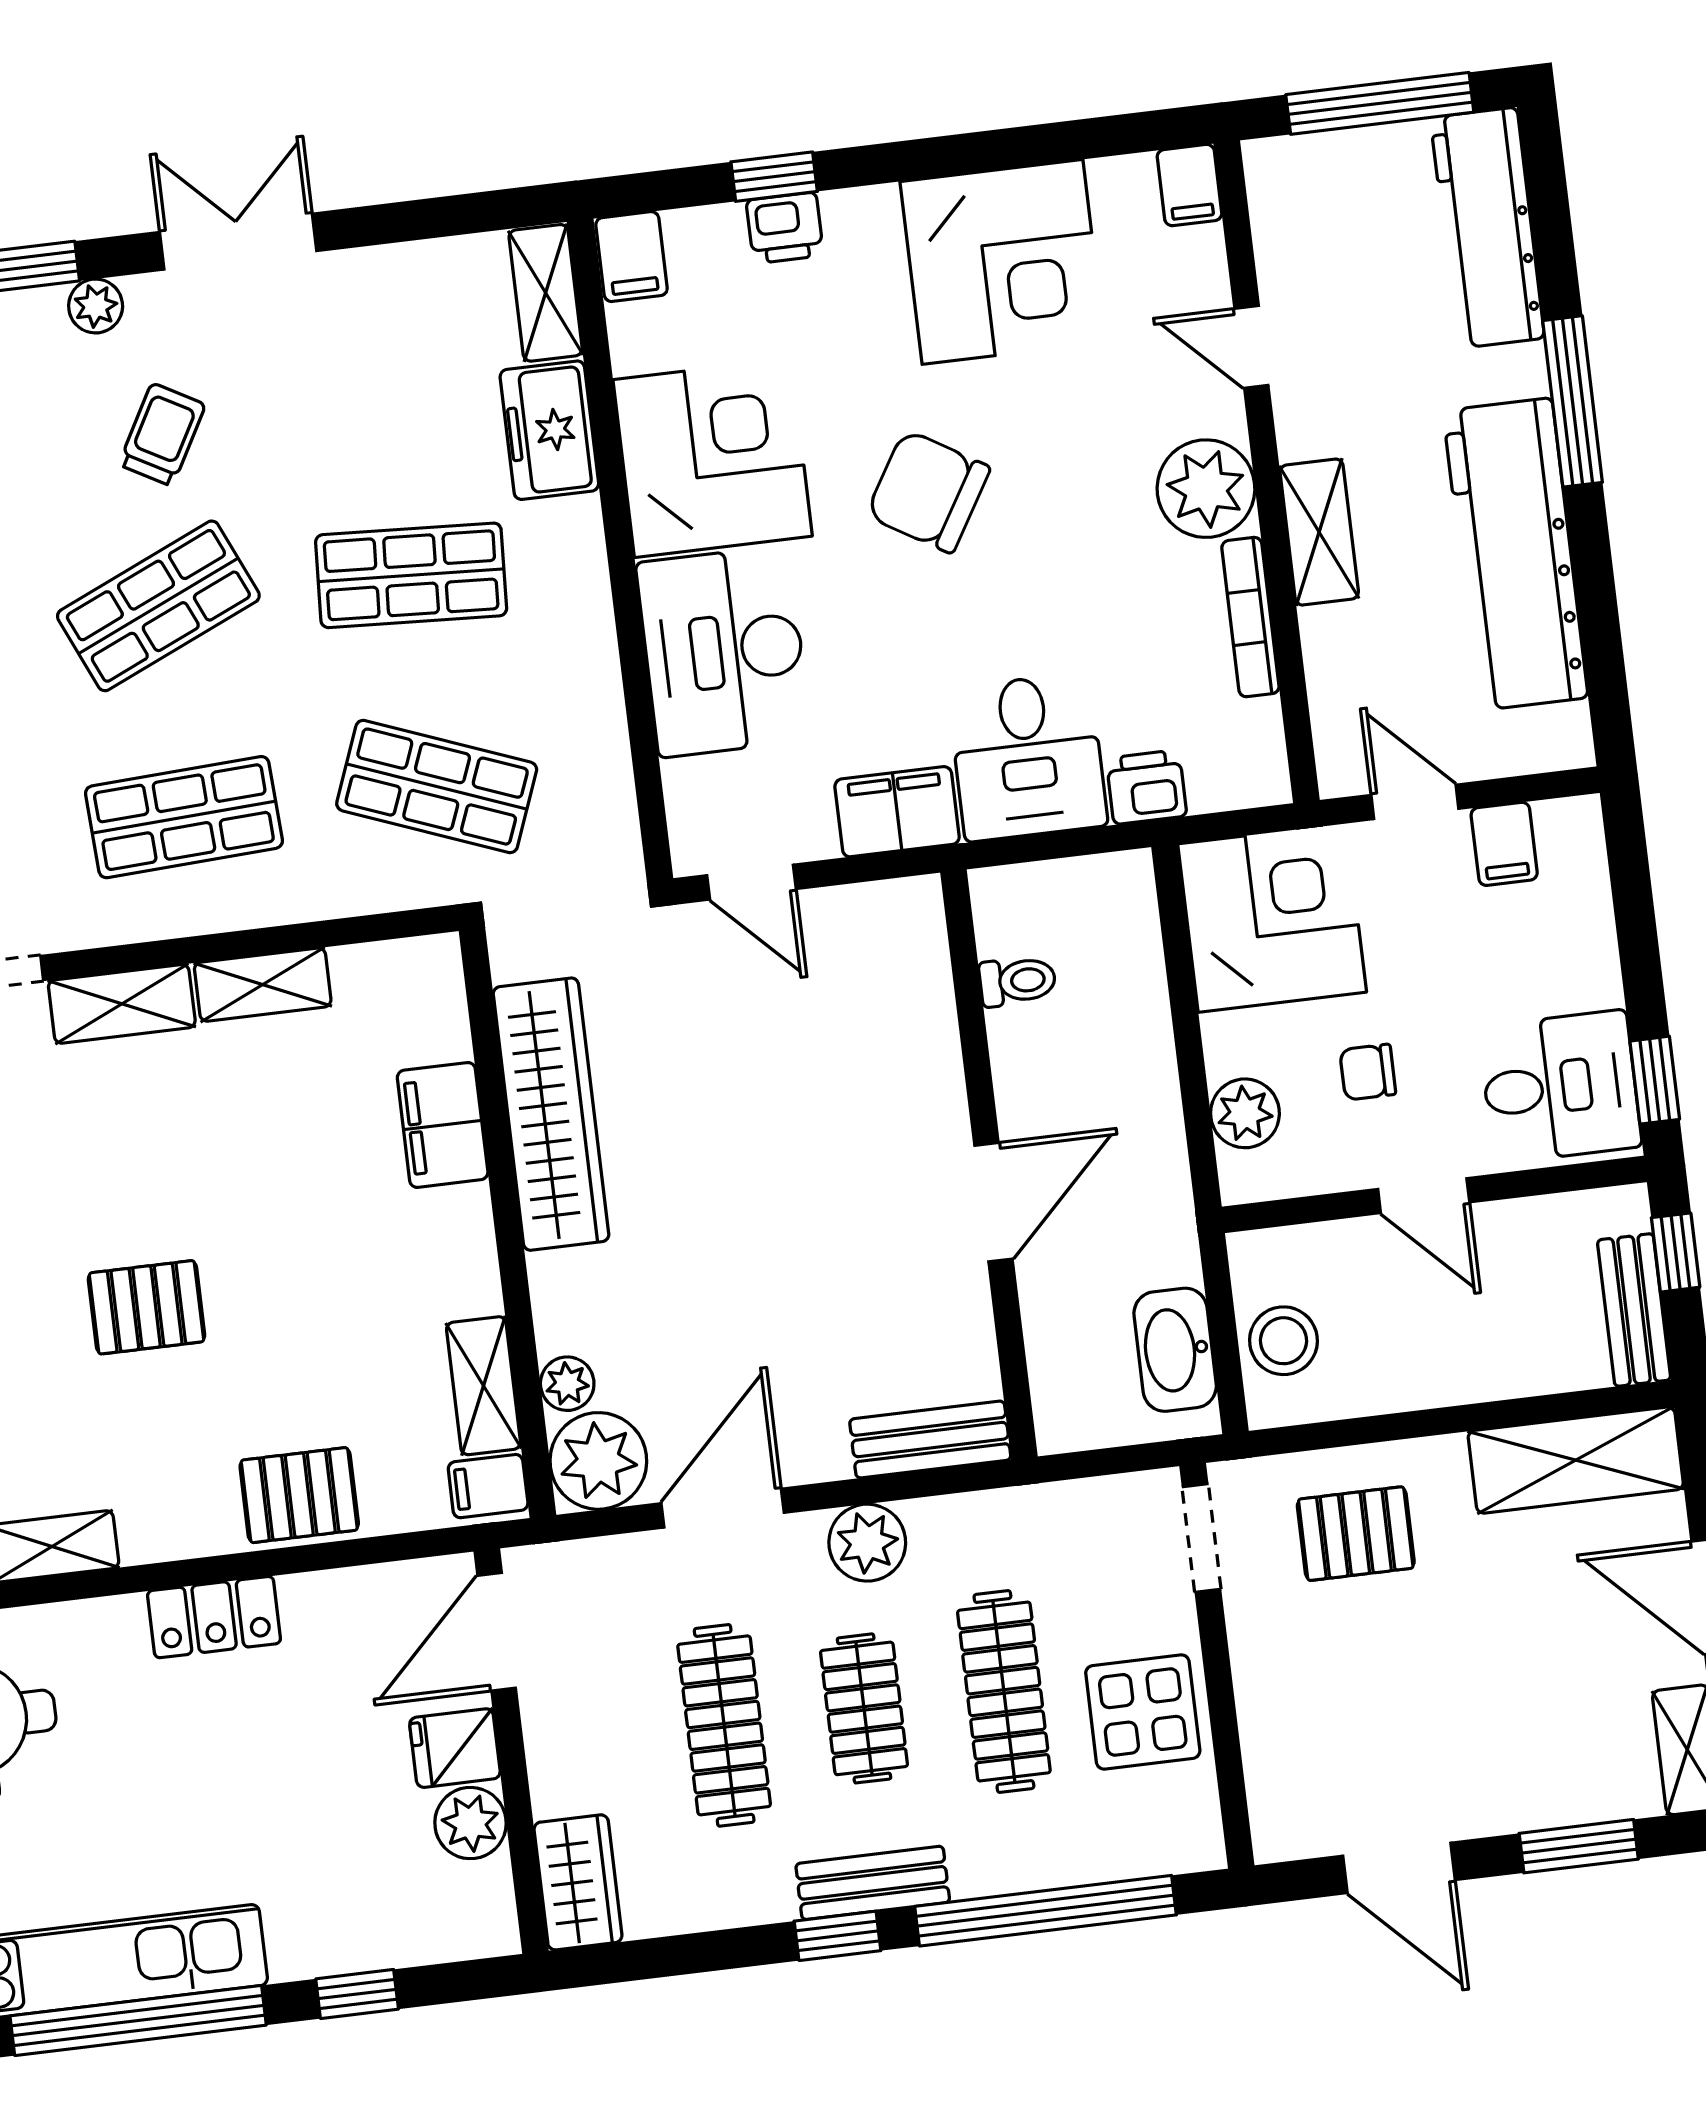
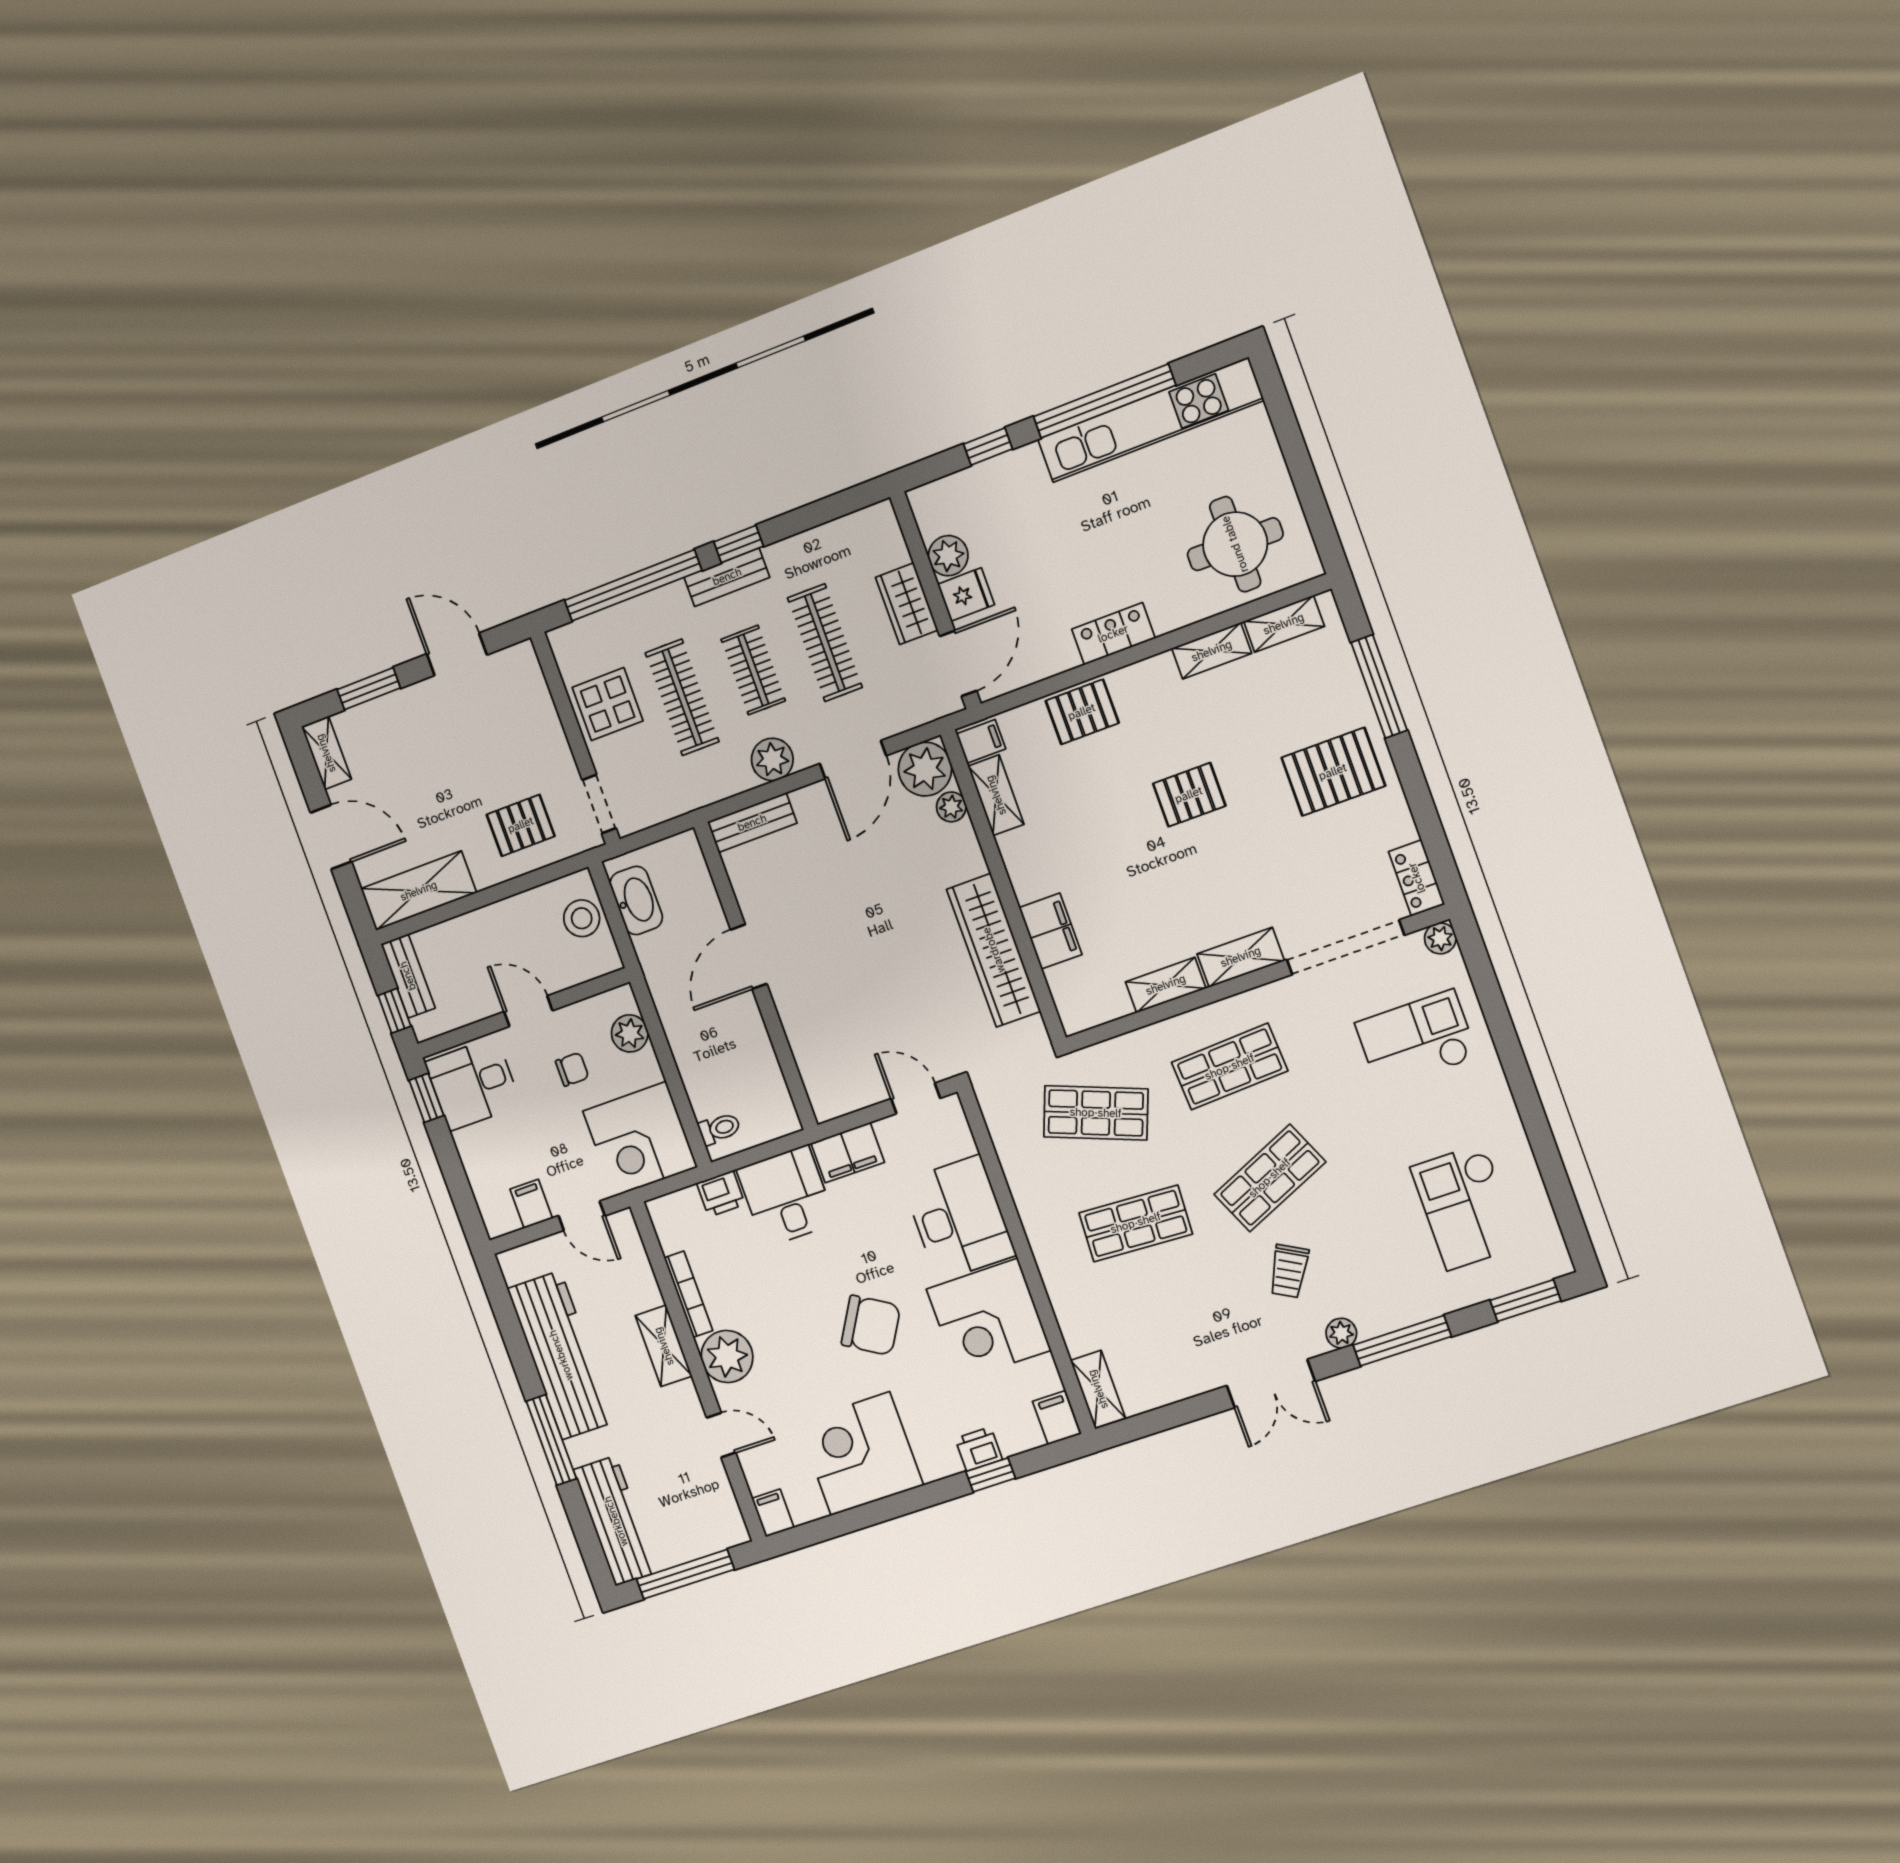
freezer: (549, 430) -> (1079, 1316), removed
toilet: (1018, 981) -> (719, 1129), moved, turned 180
wardrobe: (578, 1882) -> (907, 604), moved

